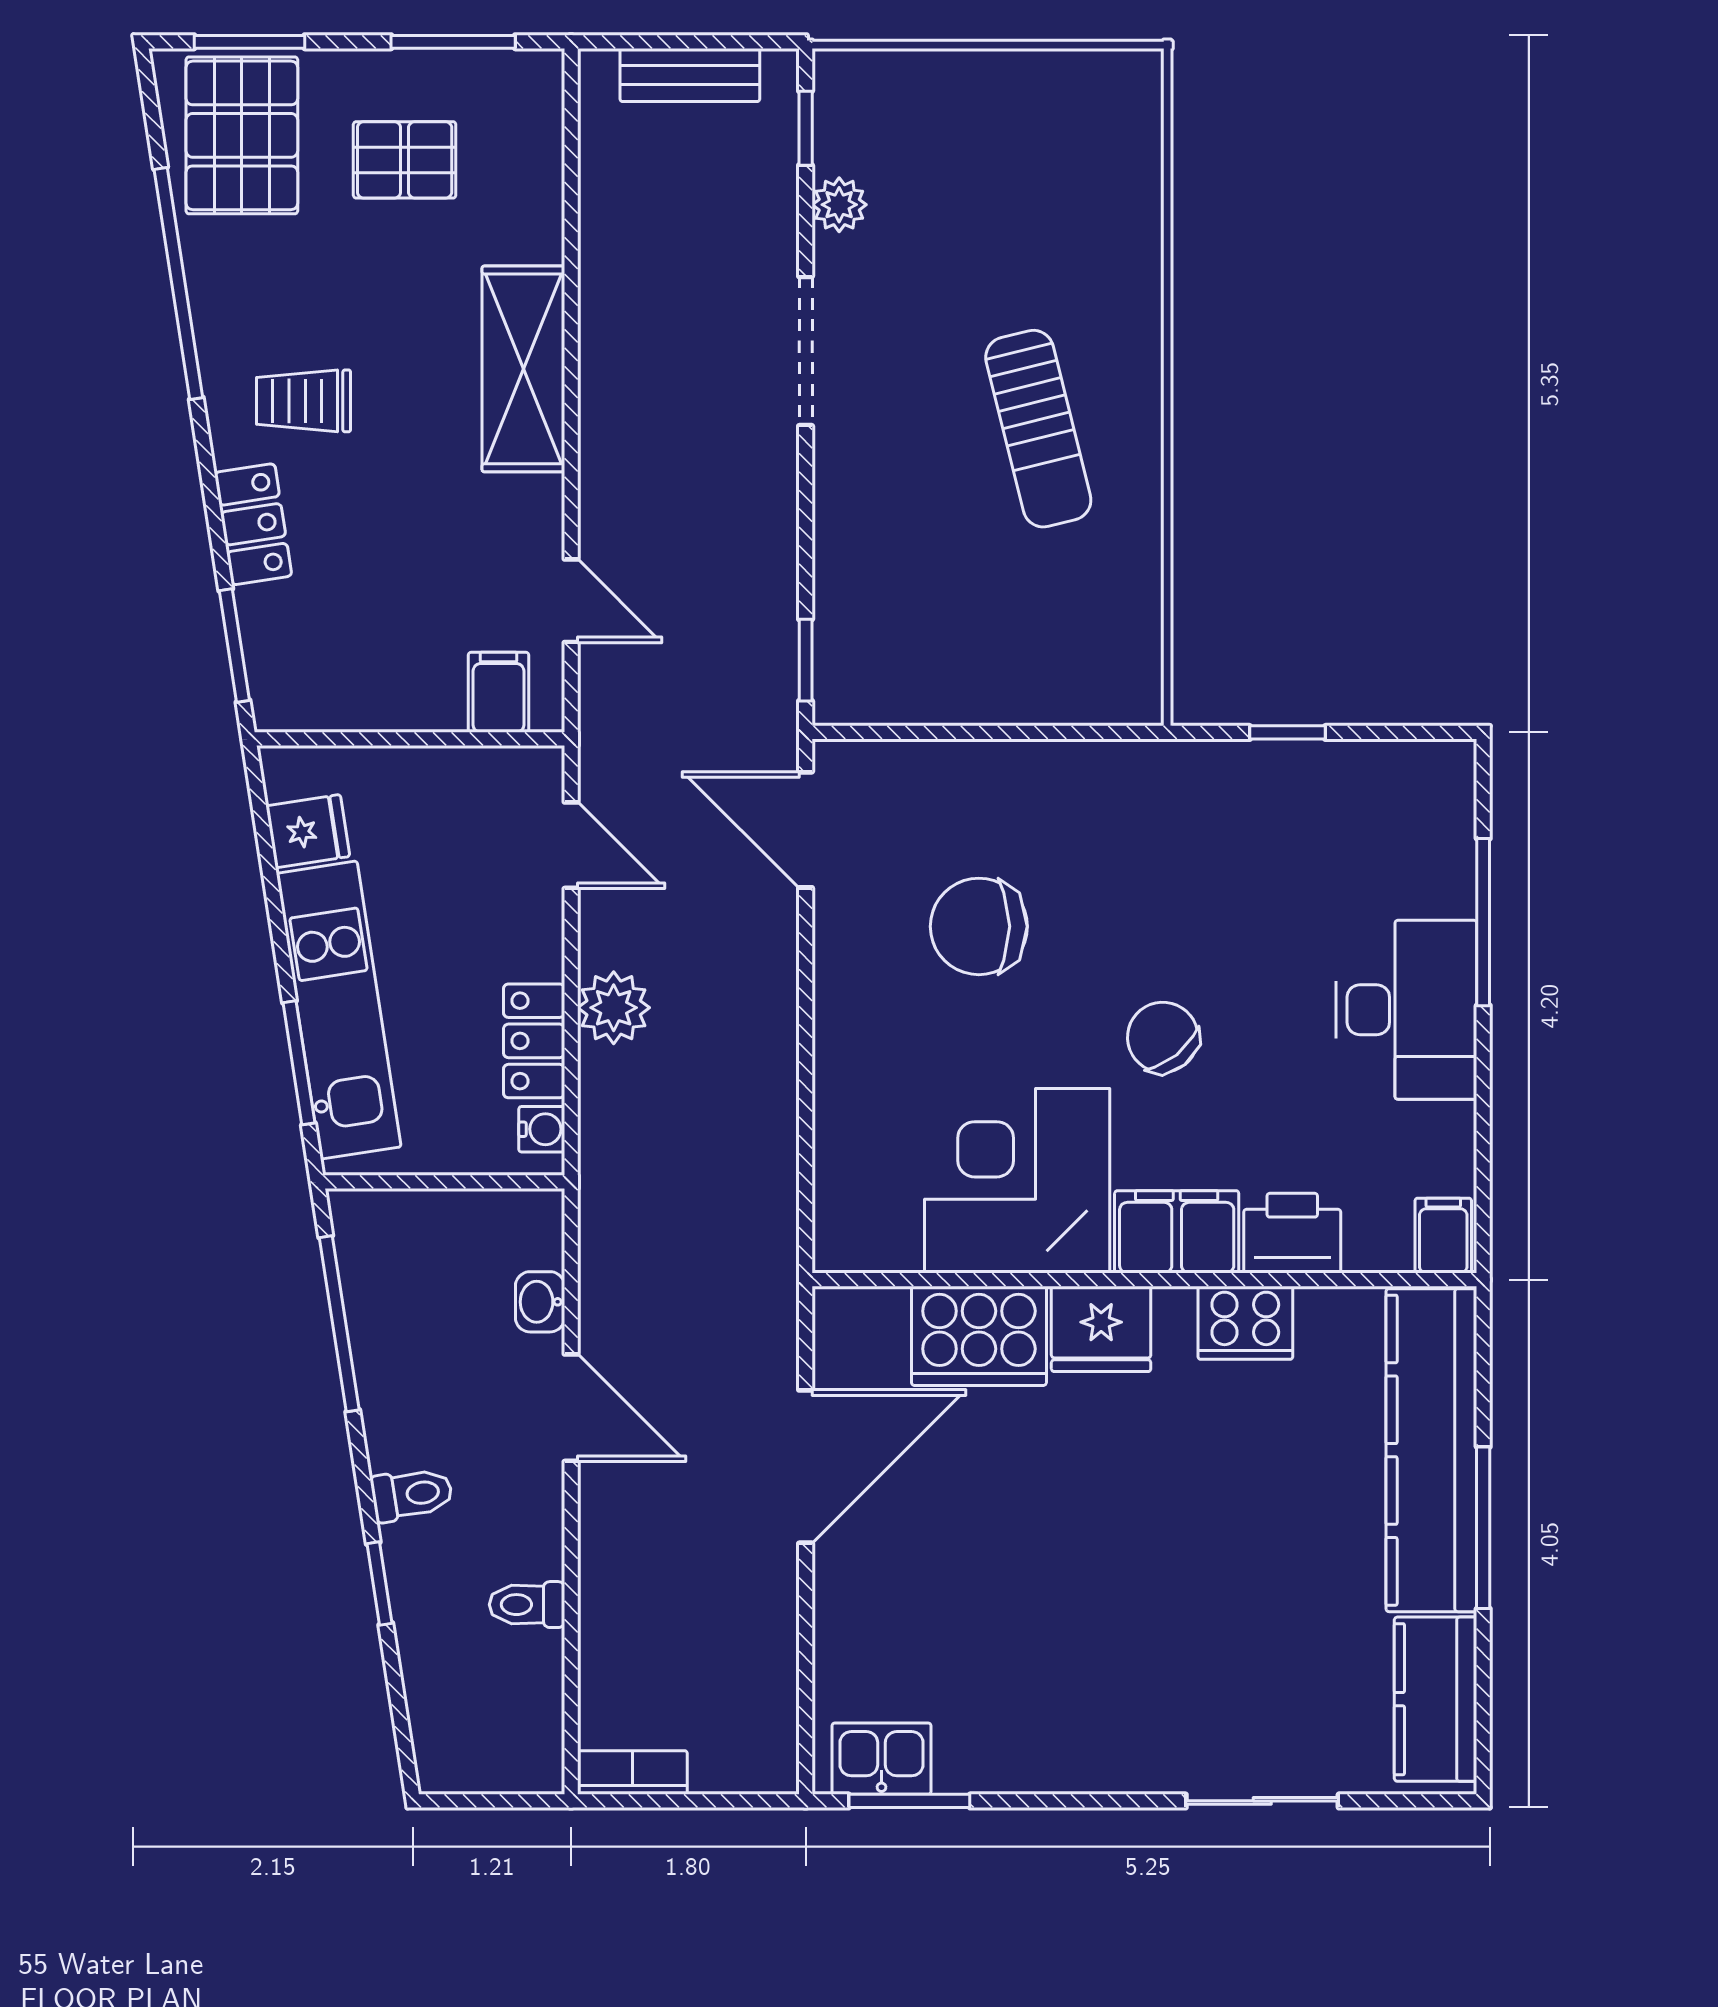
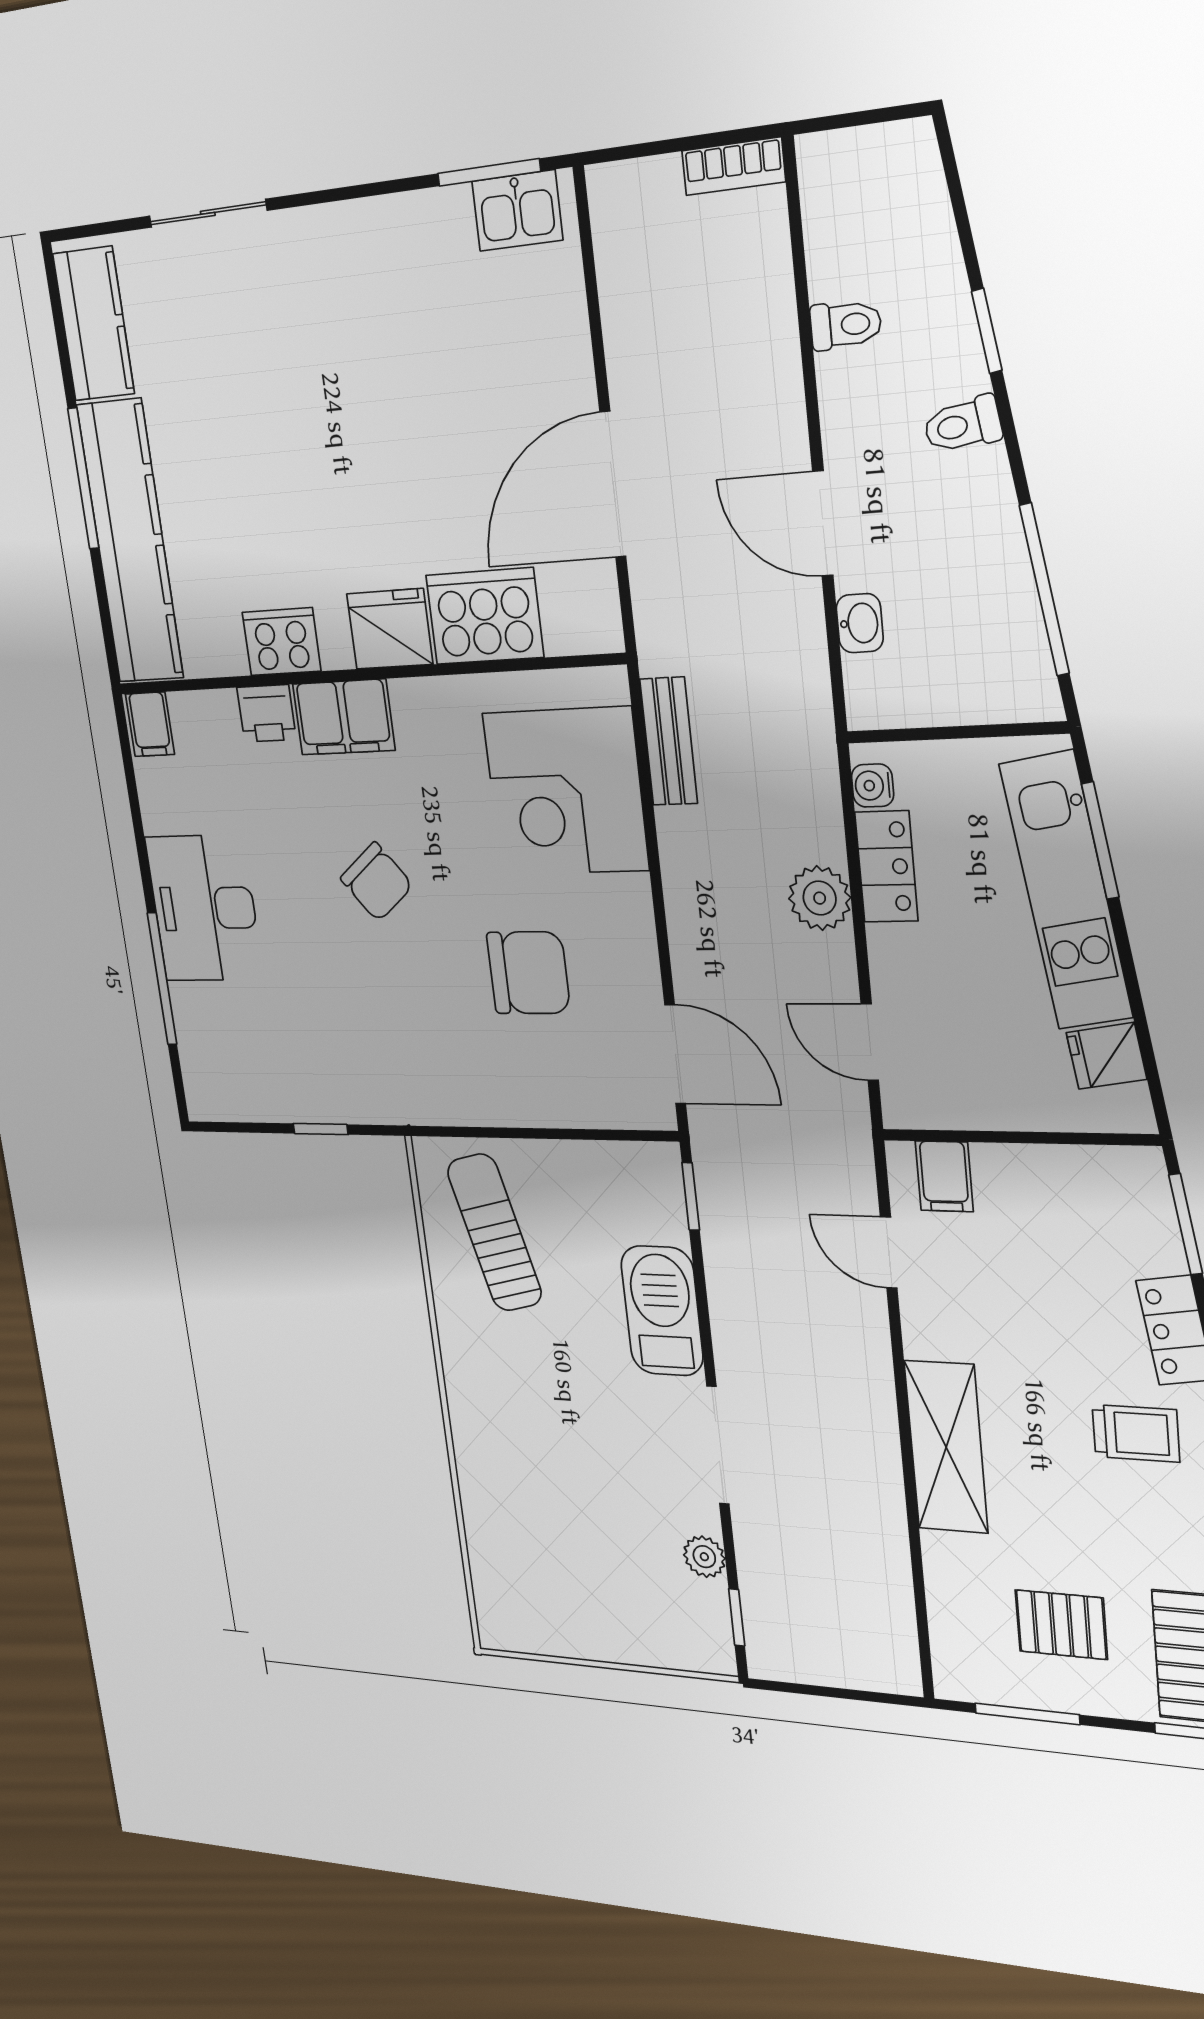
bench: (690, 75) -> (669, 741), moved, turned 90
sun lounger: (1038, 429) -> (495, 1233), moved
barbecue: (858, 517) -> (662, 1311), added
corner desk: (1017, 1181) -> (566, 792), moved, turned 90
printer: (1292, 1233) -> (267, 713), width x0.73, depth x0.81

